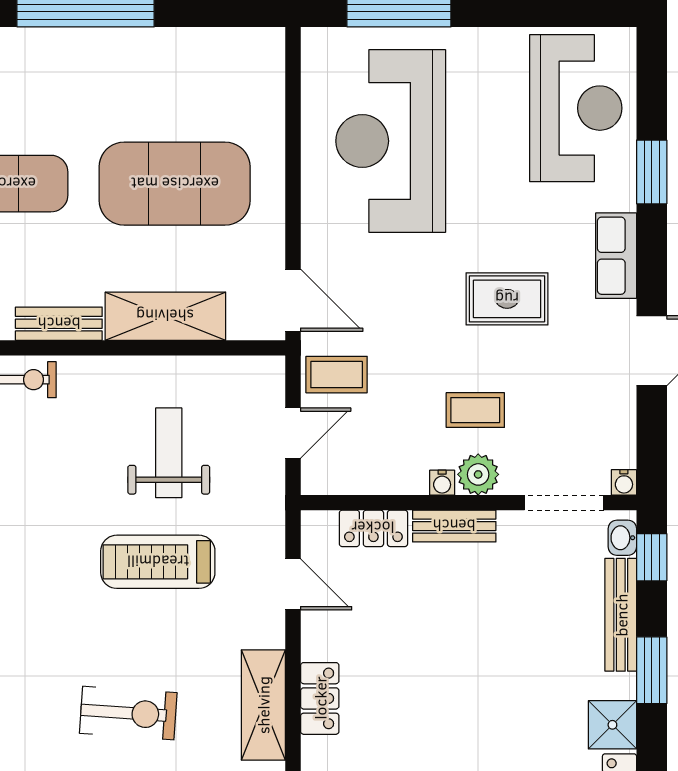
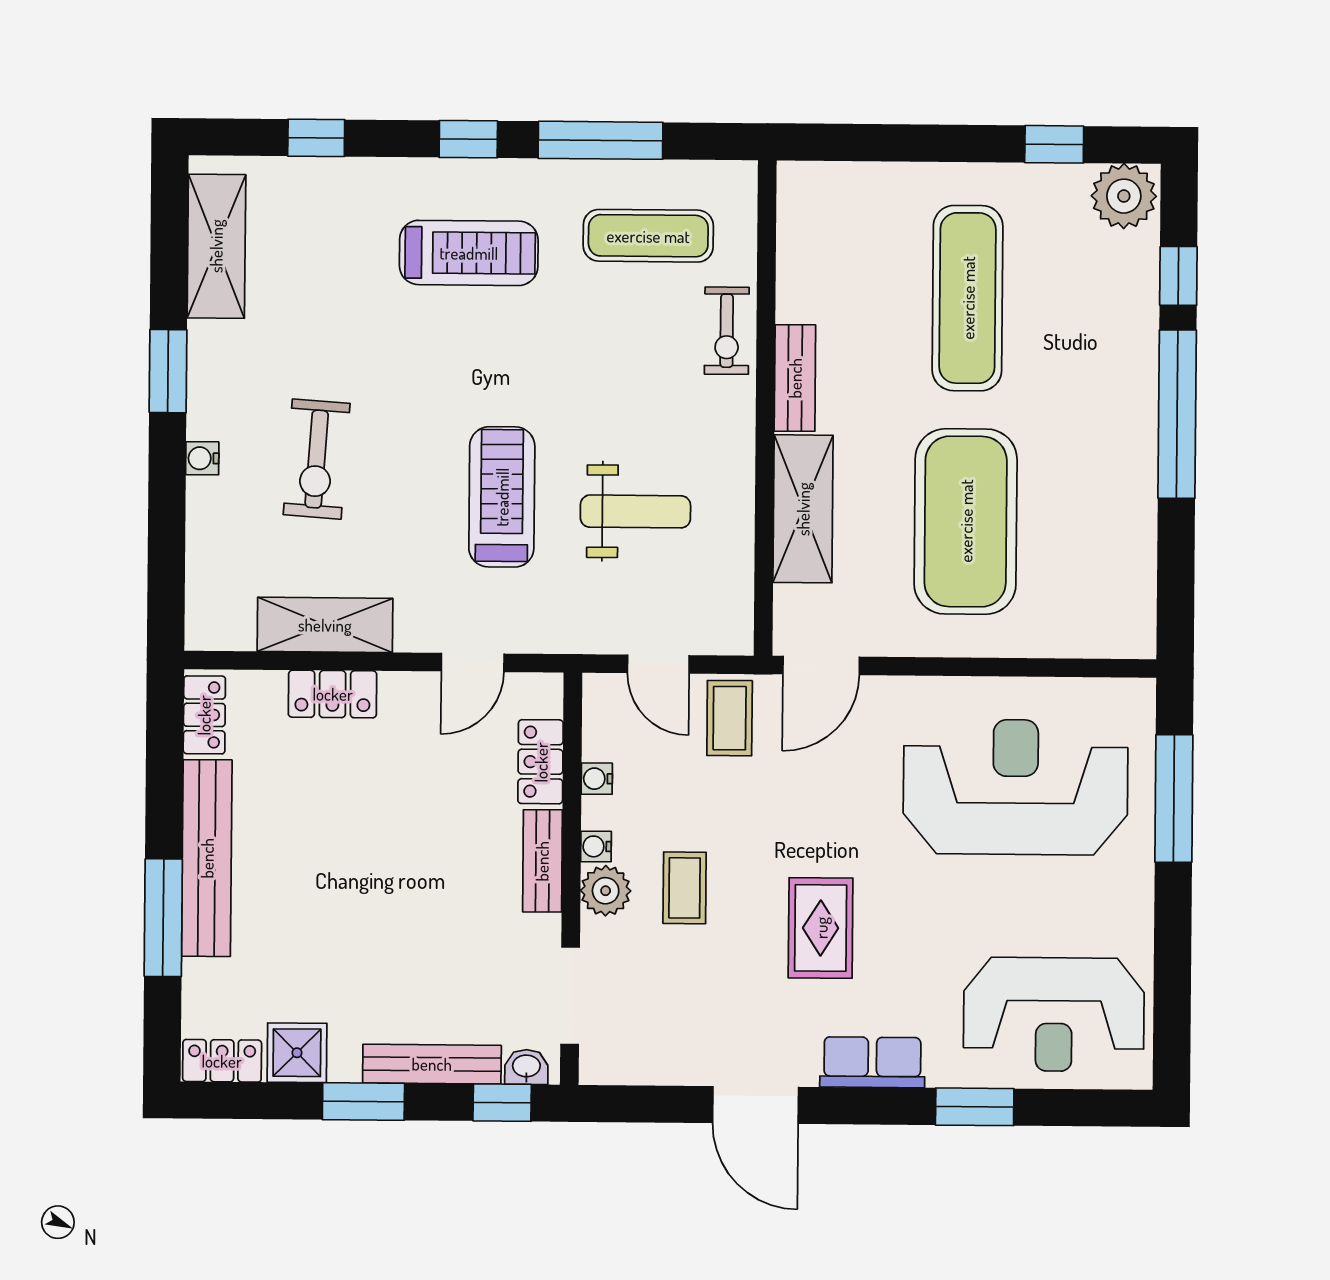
water cooler: (624, 482) -> (597, 779), moved

